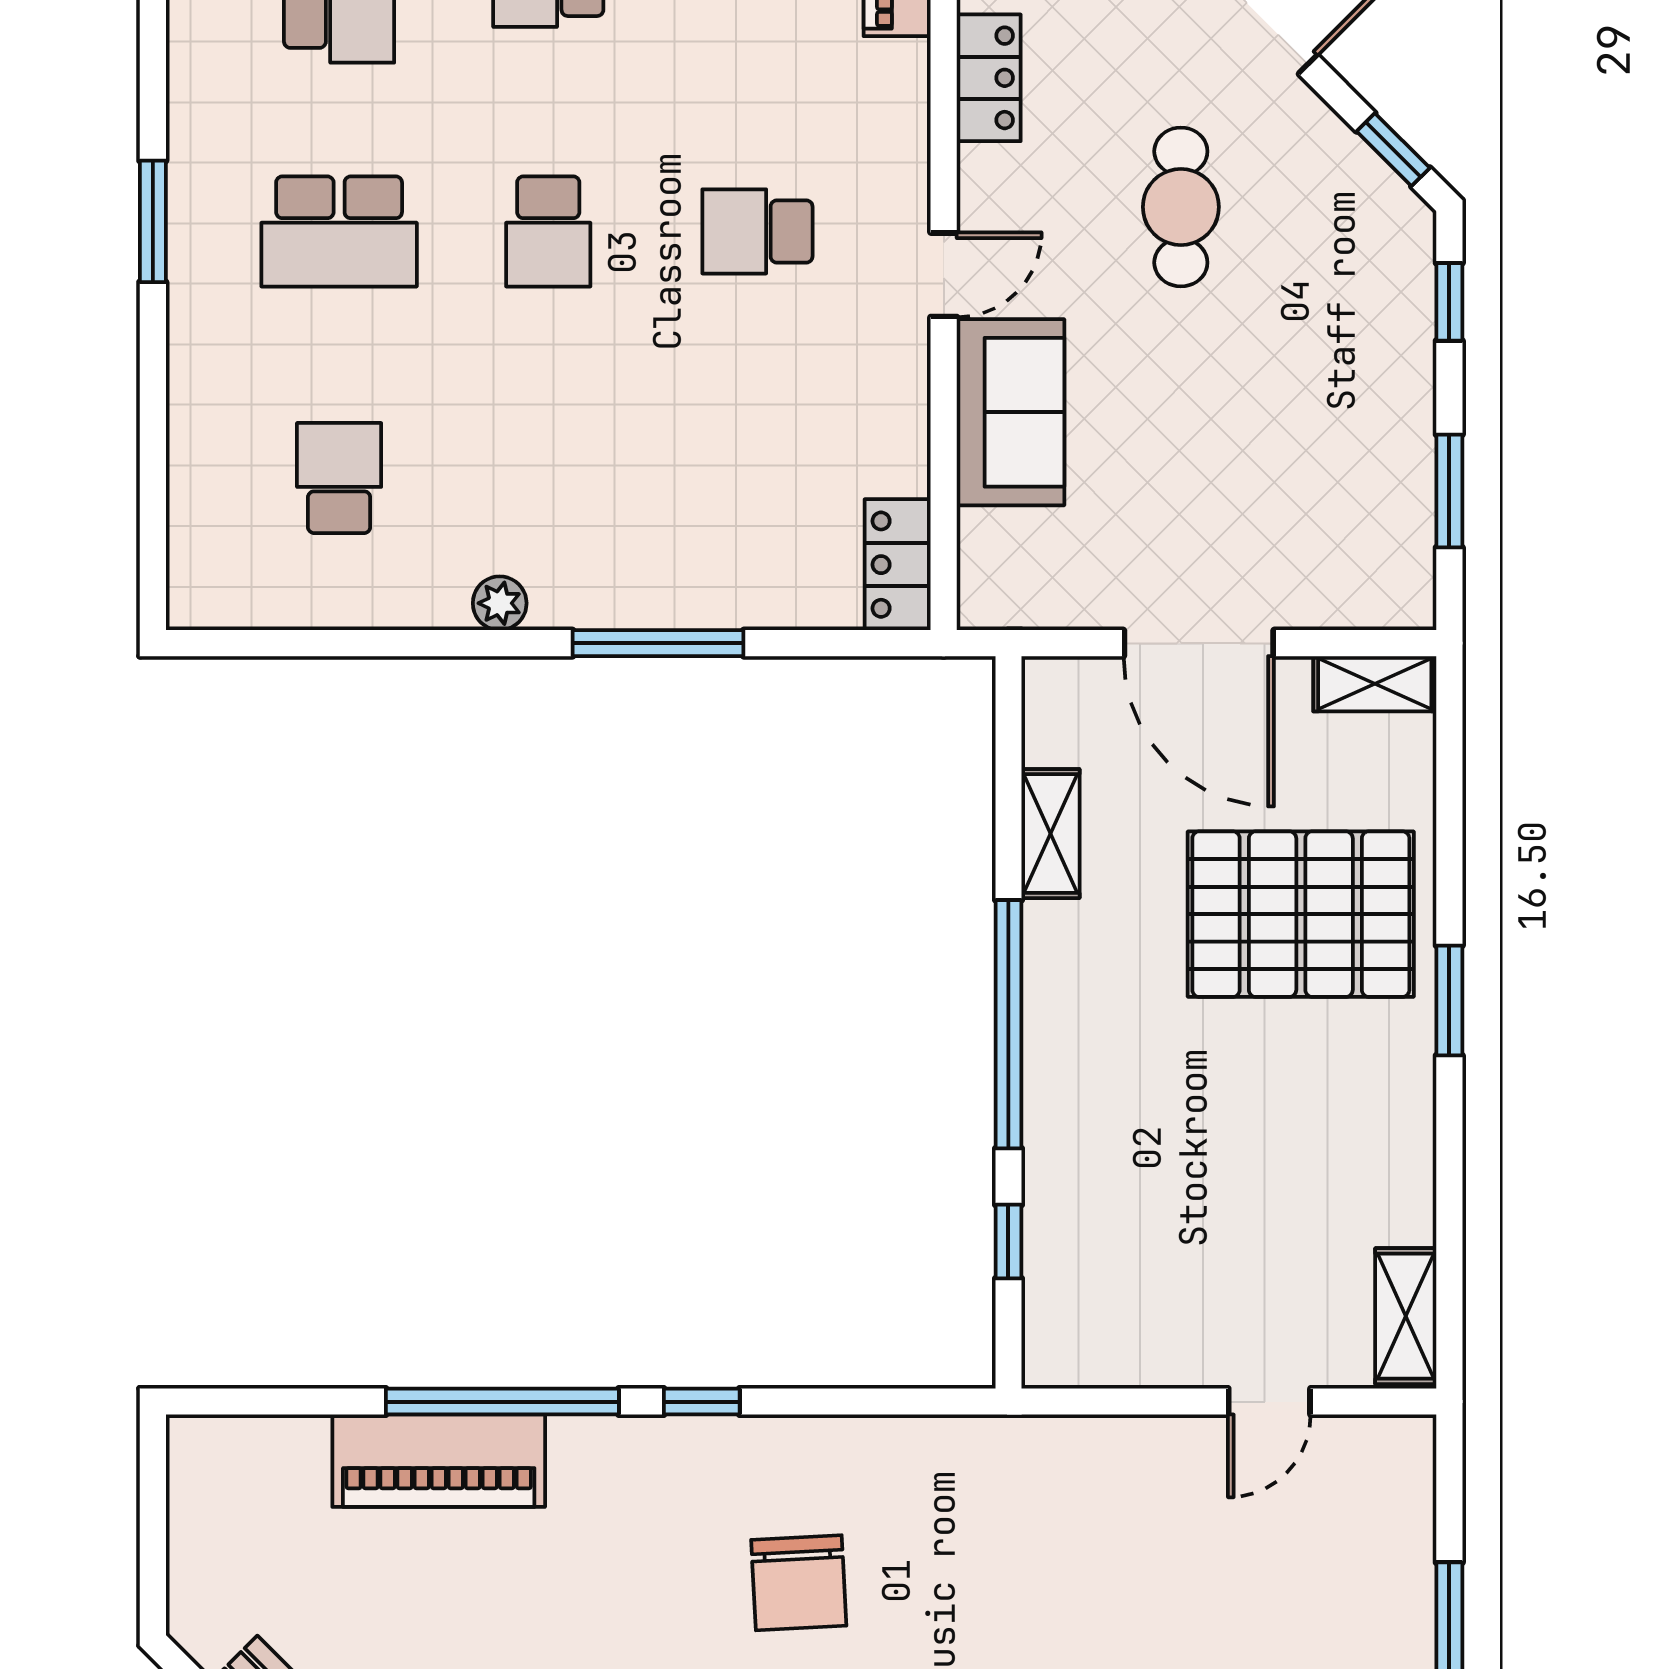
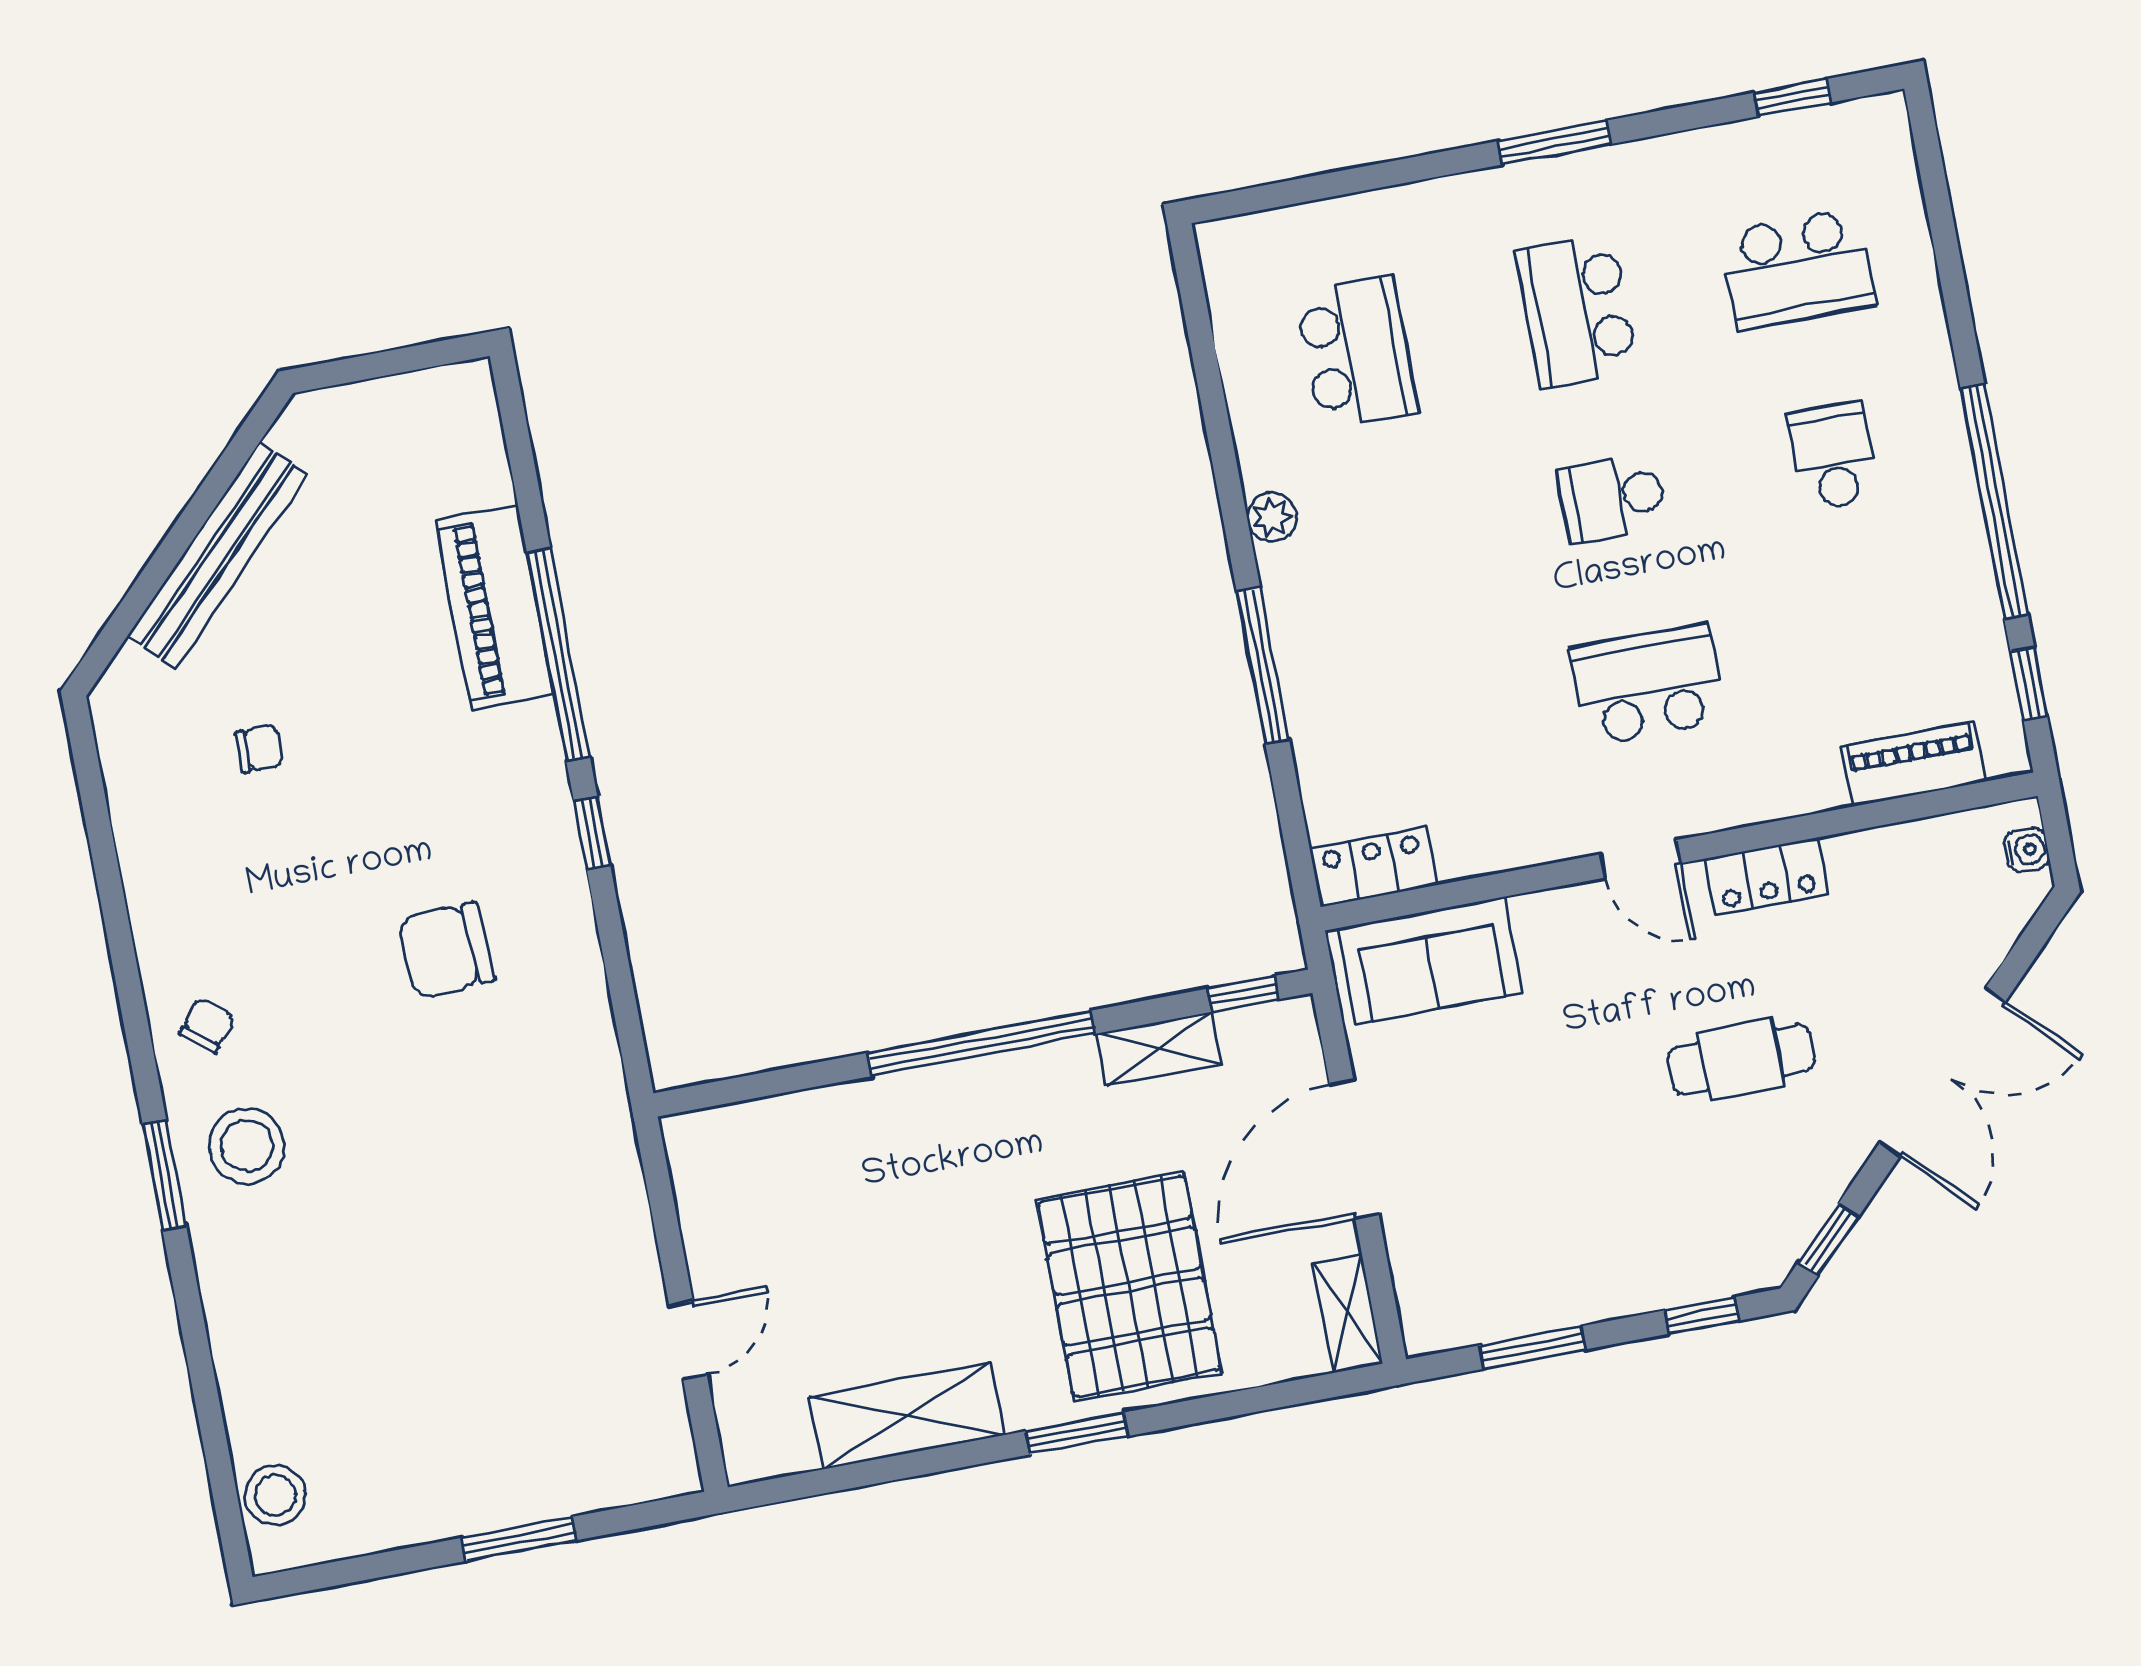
locker: (989, 78) -> (1766, 877), moved
school desk: (757, 231) -> (1648, 685), width x1.85
sofa: (1010, 412) -> (1430, 960), moved
school desk: (339, 478) -> (1357, 352), width x1.85
window: (1008, 1242) -> (1243, 994), moved
shelving: (1406, 1316) -> (907, 1416), moved, width x1.50, depth x1.33
door: (1269, 1402) -> (688, 1340), swing flipped

